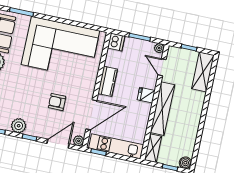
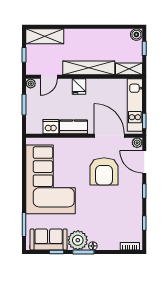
dishwasher: (116, 42) -> (51, 127), moved
armchair: (57, 102) -> (104, 171), width x1.88, depth x1.88
plant: (19, 126) -> (135, 204), removed

